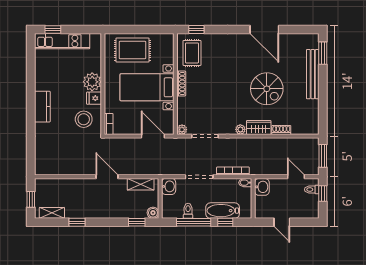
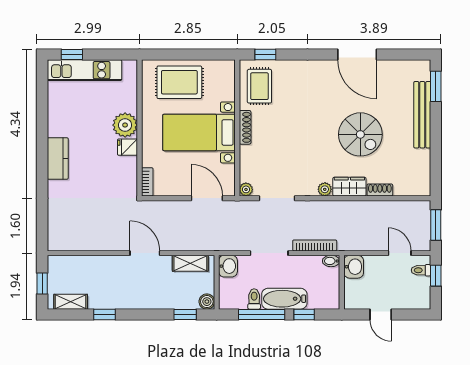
stool: (84, 119) -> (113, 176), removed
bathtub: (223, 211) -> (284, 299), moved

